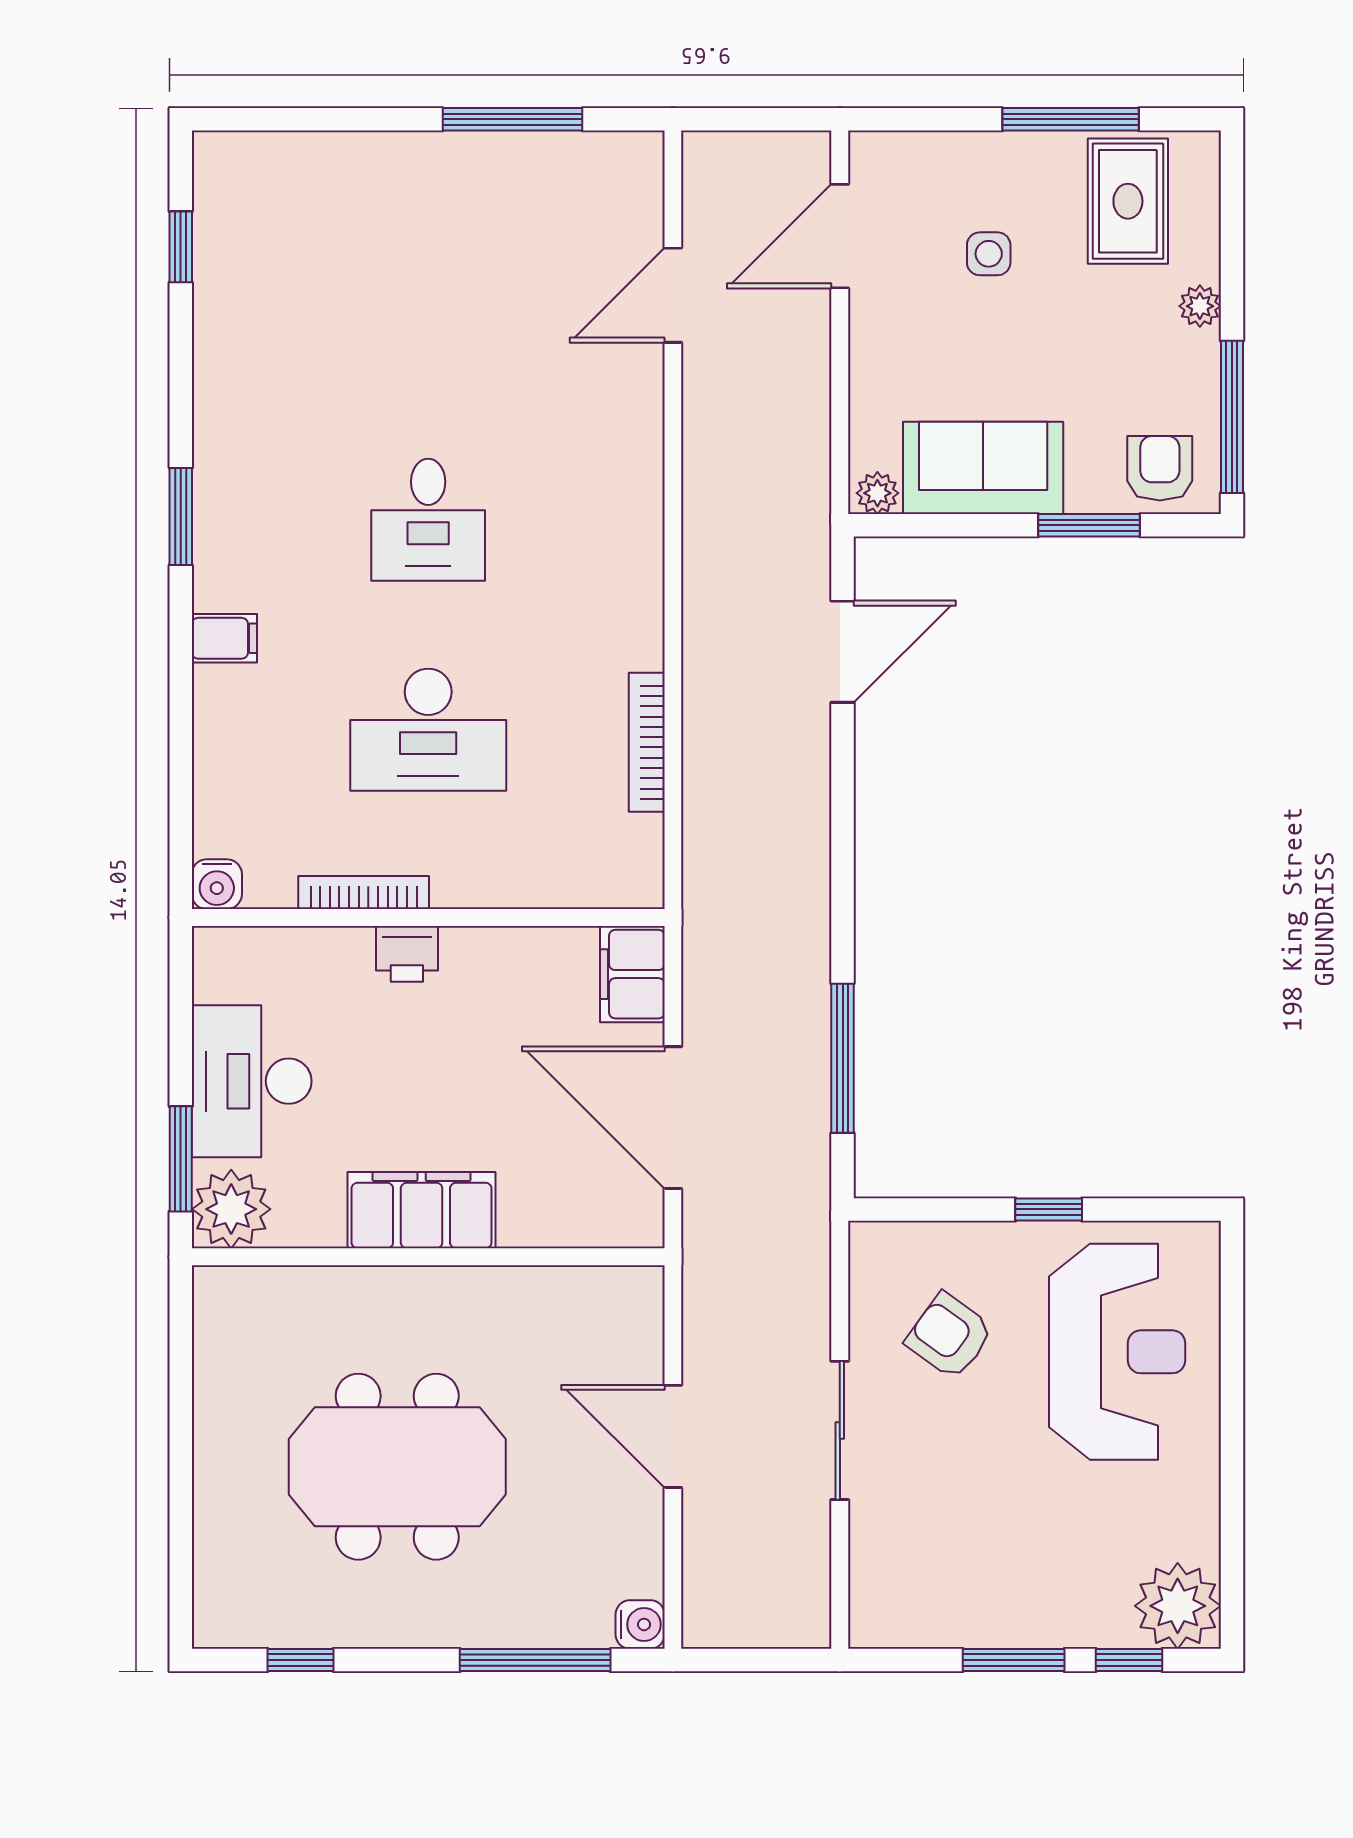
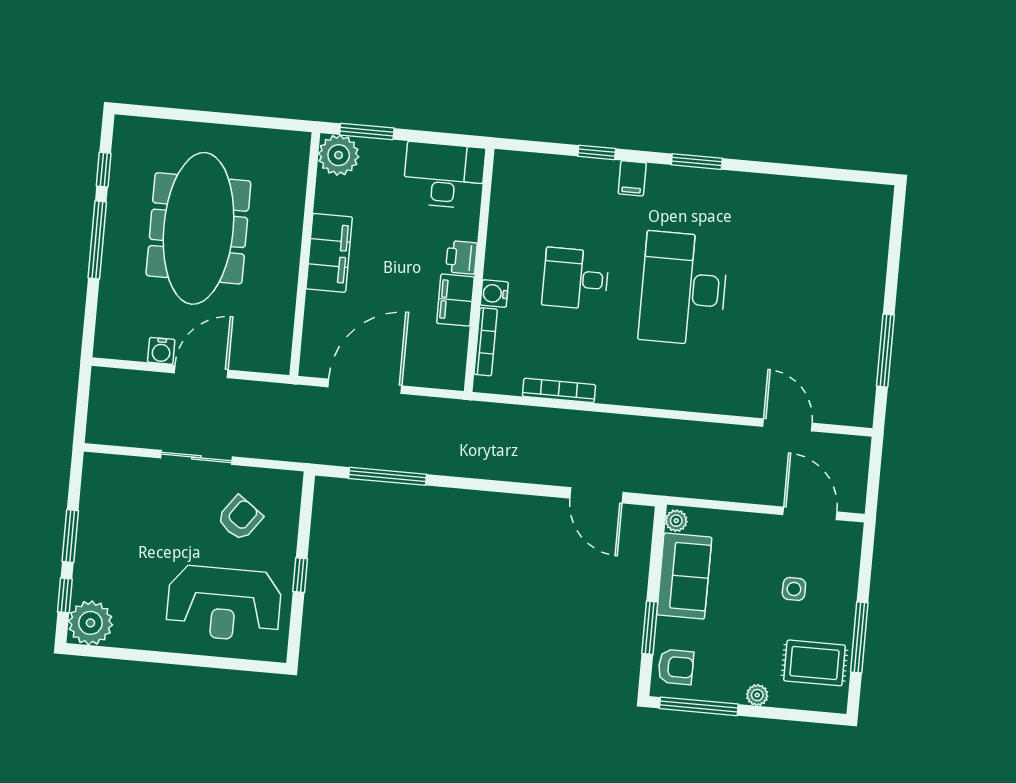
window: (181, 247) -> (597, 152), moved
desk: (428, 520) -> (684, 289), width x1.87, depth x1.30
desk: (428, 730) -> (576, 279), width x0.73
water cooler: (217, 884) -> (494, 294), moved
bookcase: (364, 892) -> (486, 342), moved
filing cabinet: (632, 974) -> (455, 300), moved, turned -90
desk: (252, 1081) -> (444, 175), moved
meeting table: (397, 1467) -> (198, 228), width x1.36
water cooler: (640, 1624) -> (161, 351), moved
window: (535, 1660) -> (97, 240), moved

